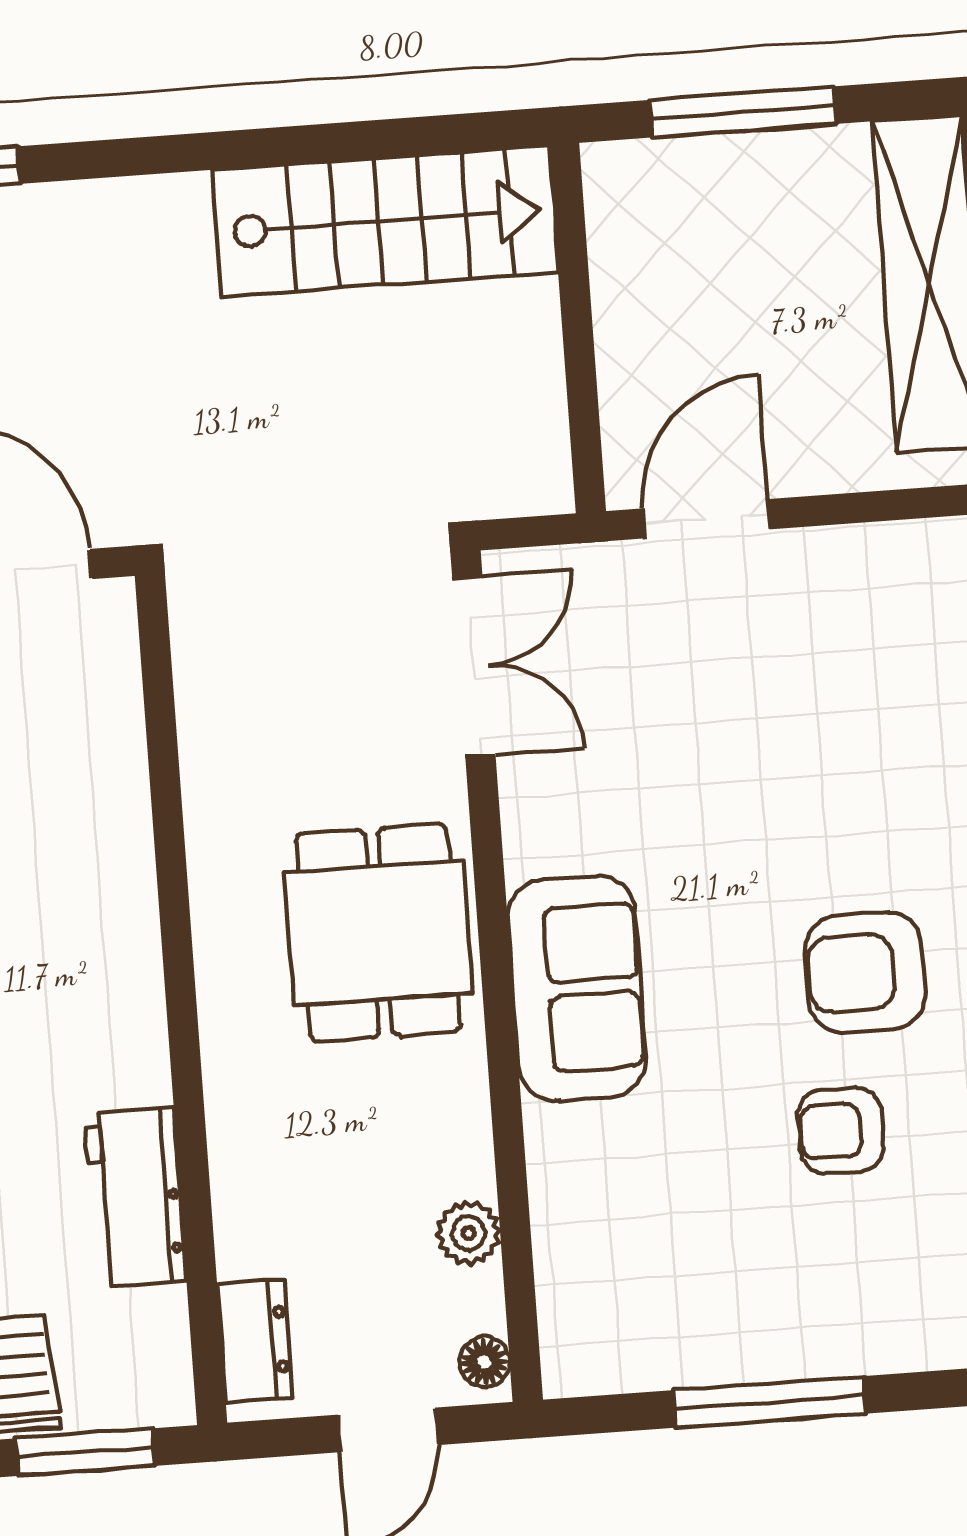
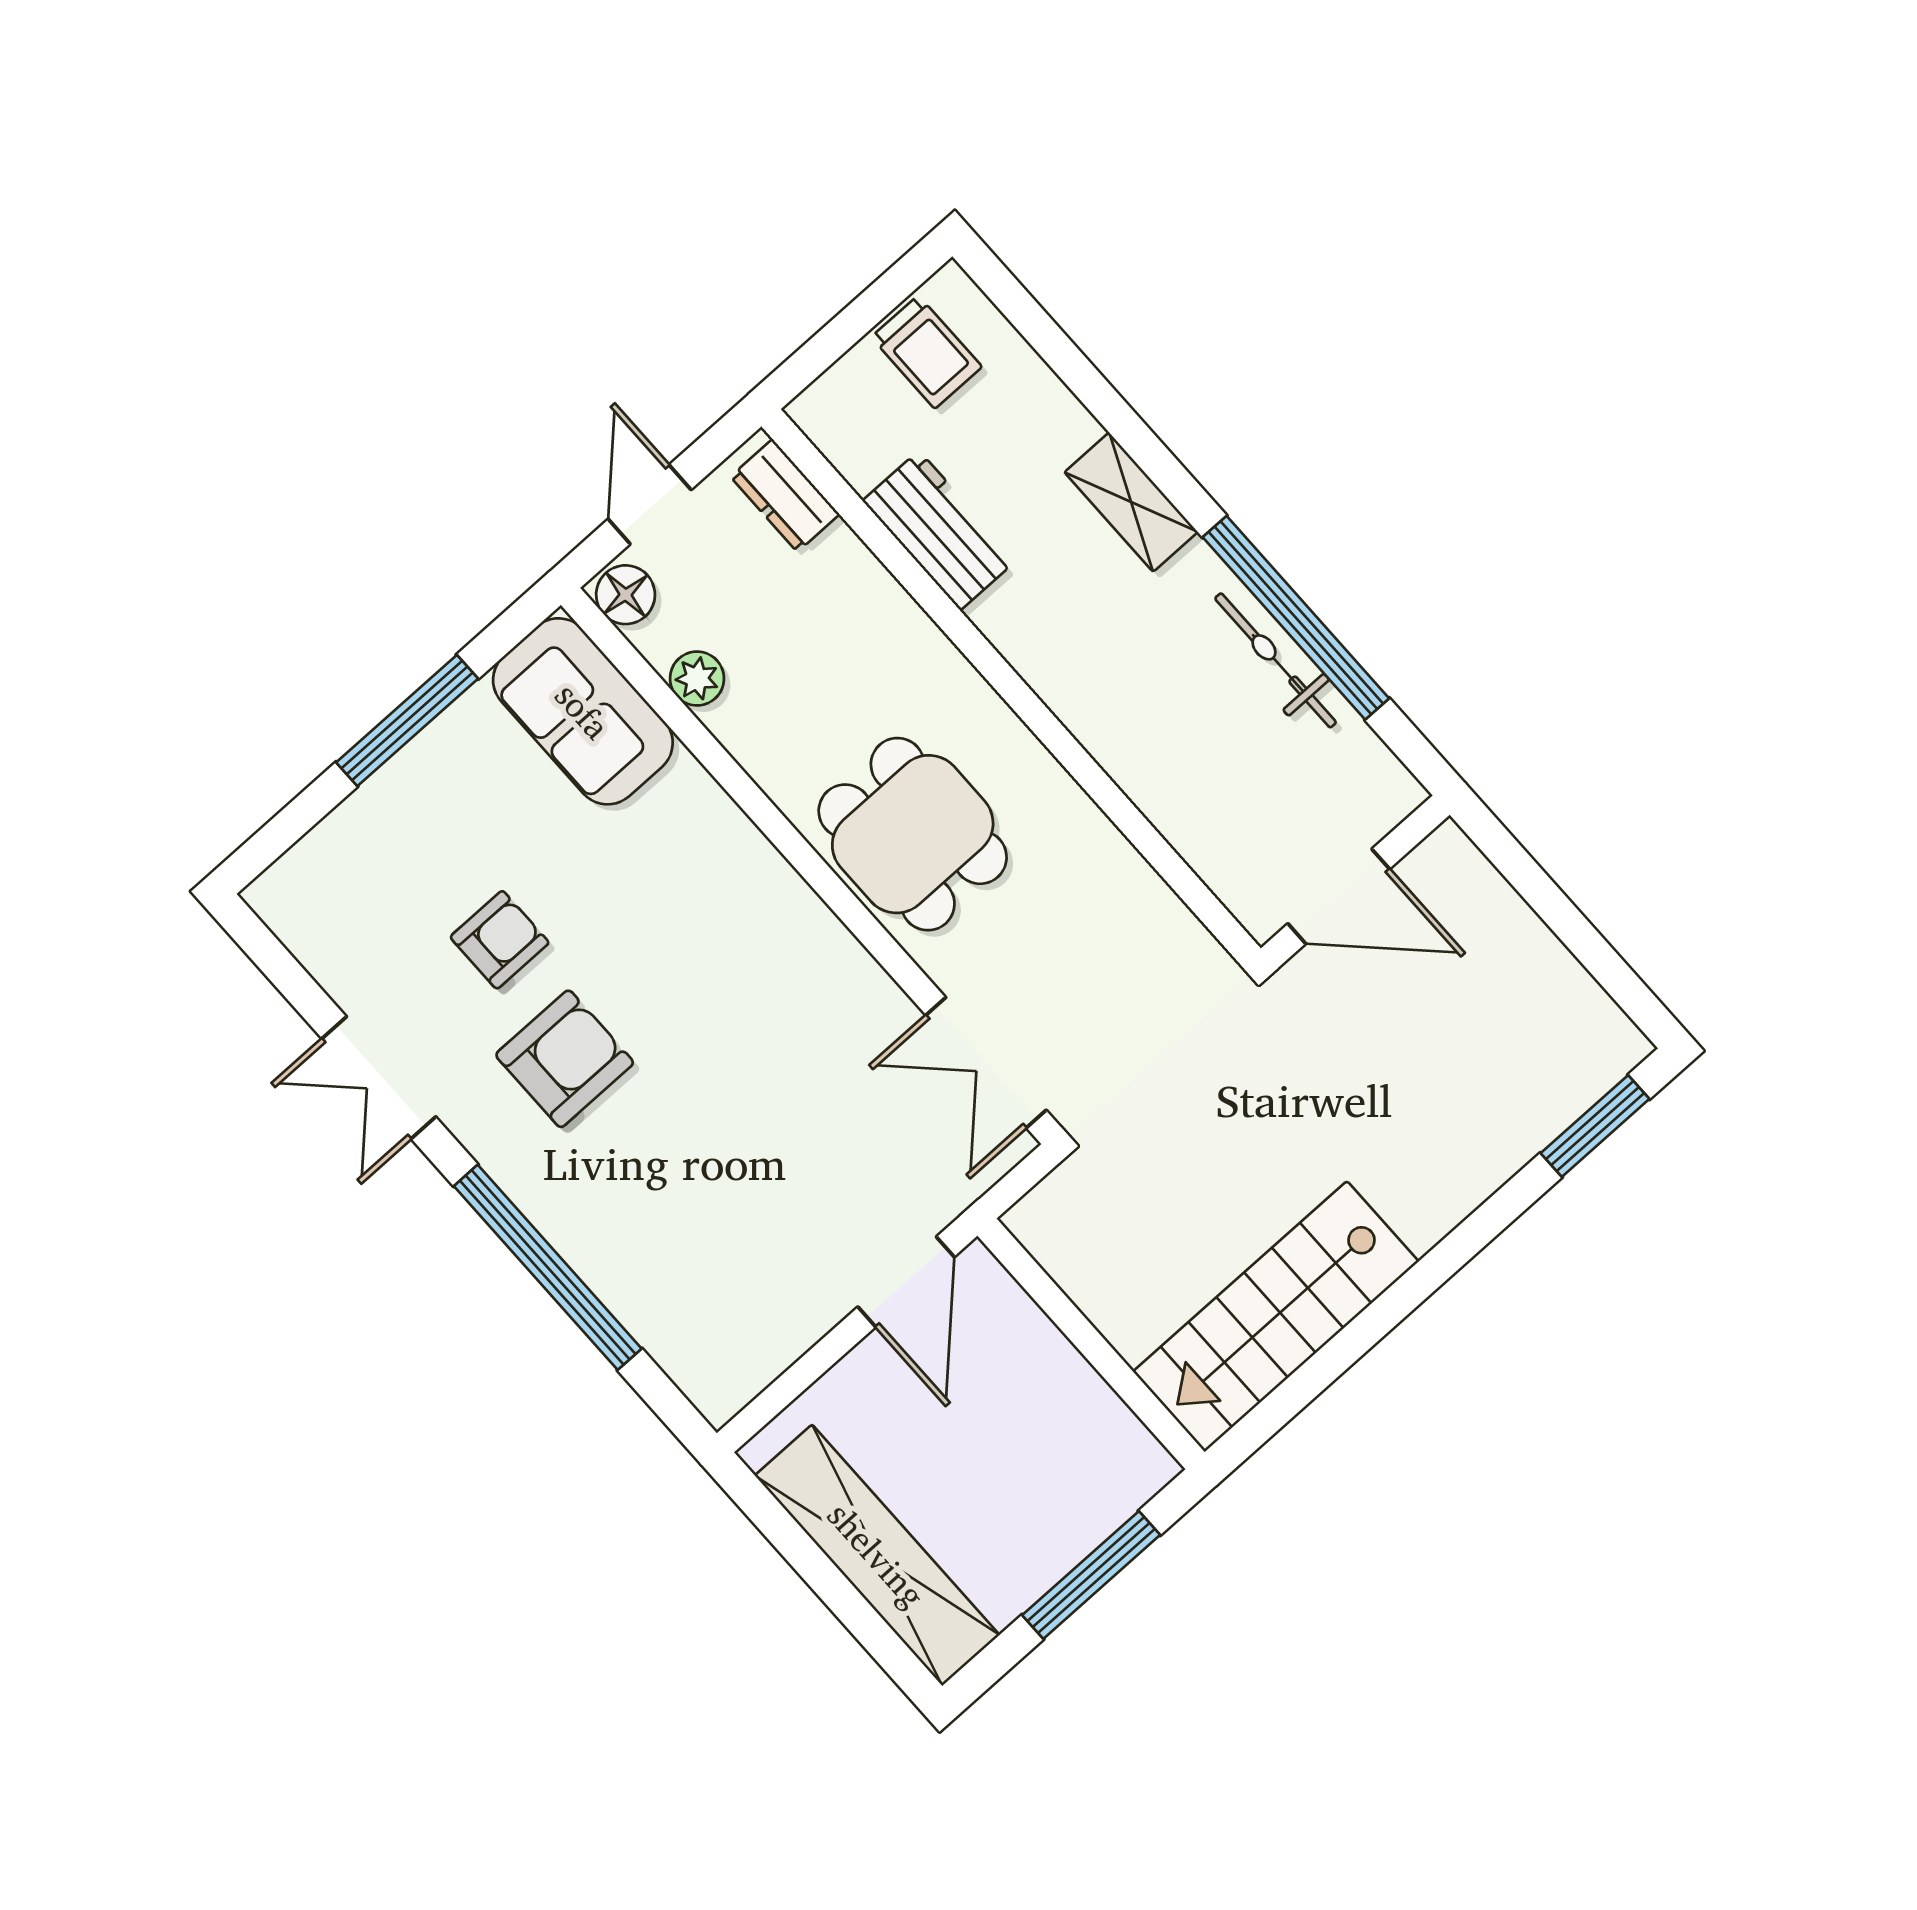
sofa: (577, 988) -> (583, 711), moved
floor lamp: (485, 1362) -> (626, 595), width x1.37, depth x1.37
window: (86, 1452) -> (842, 333), removed

